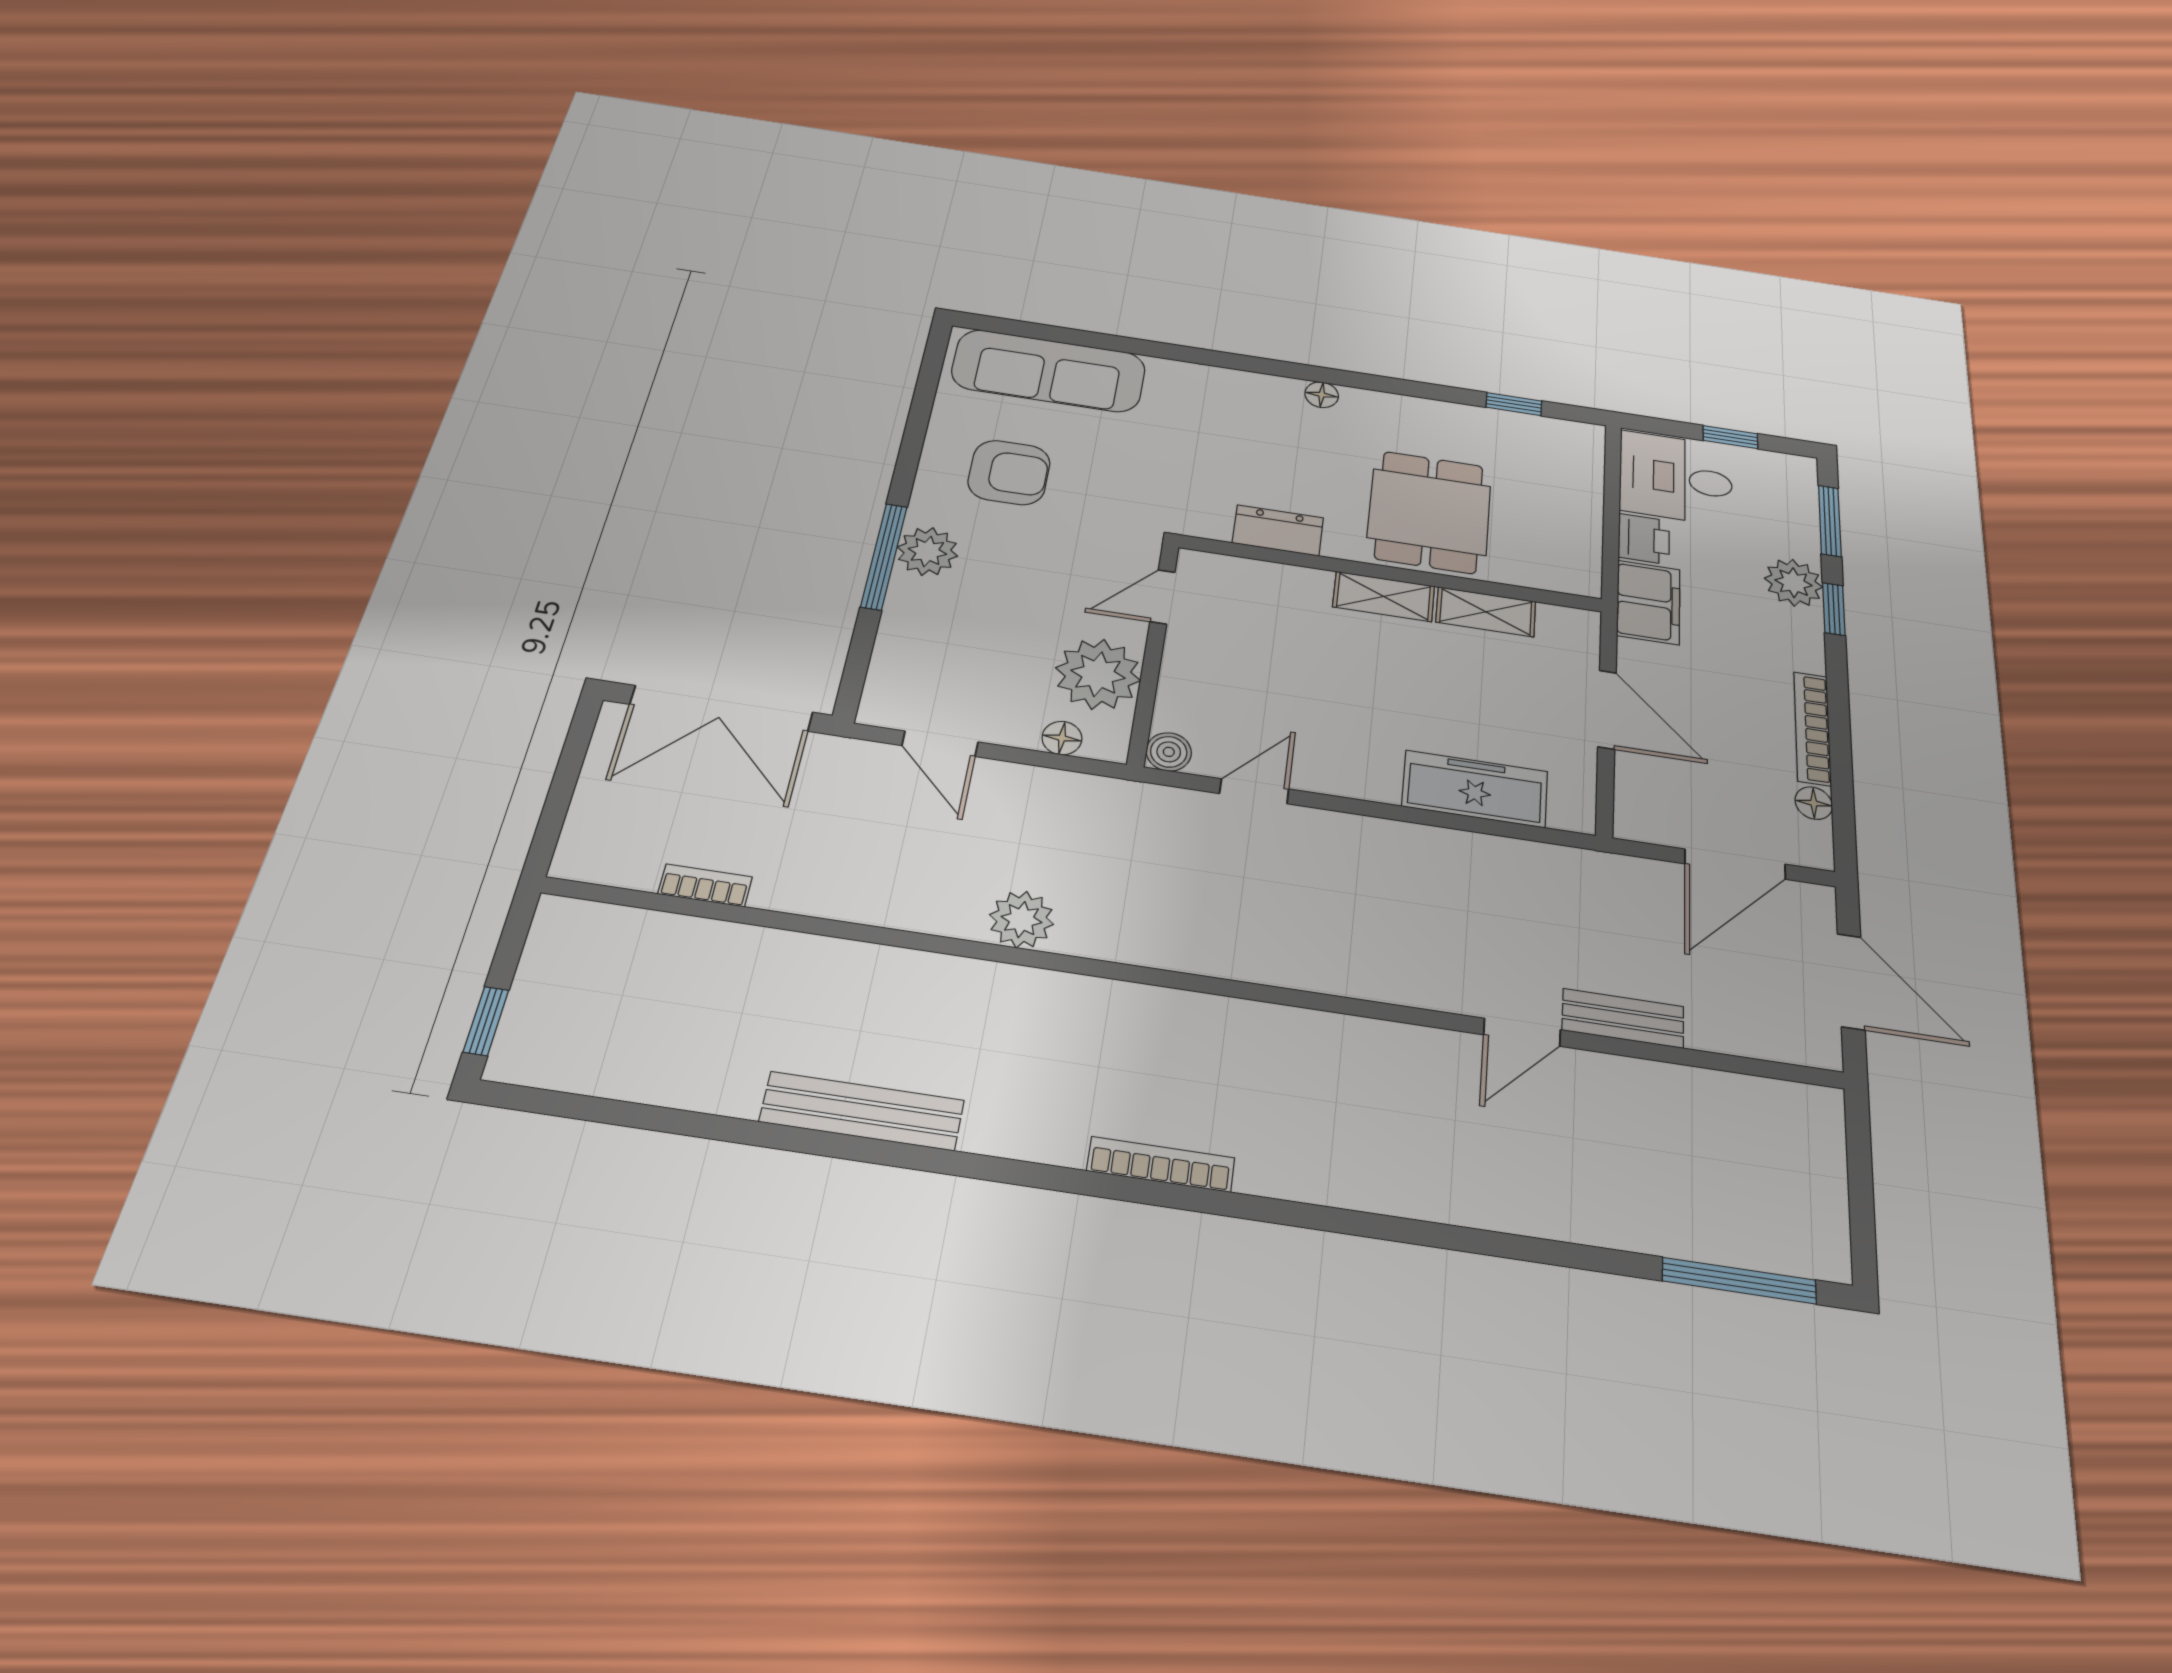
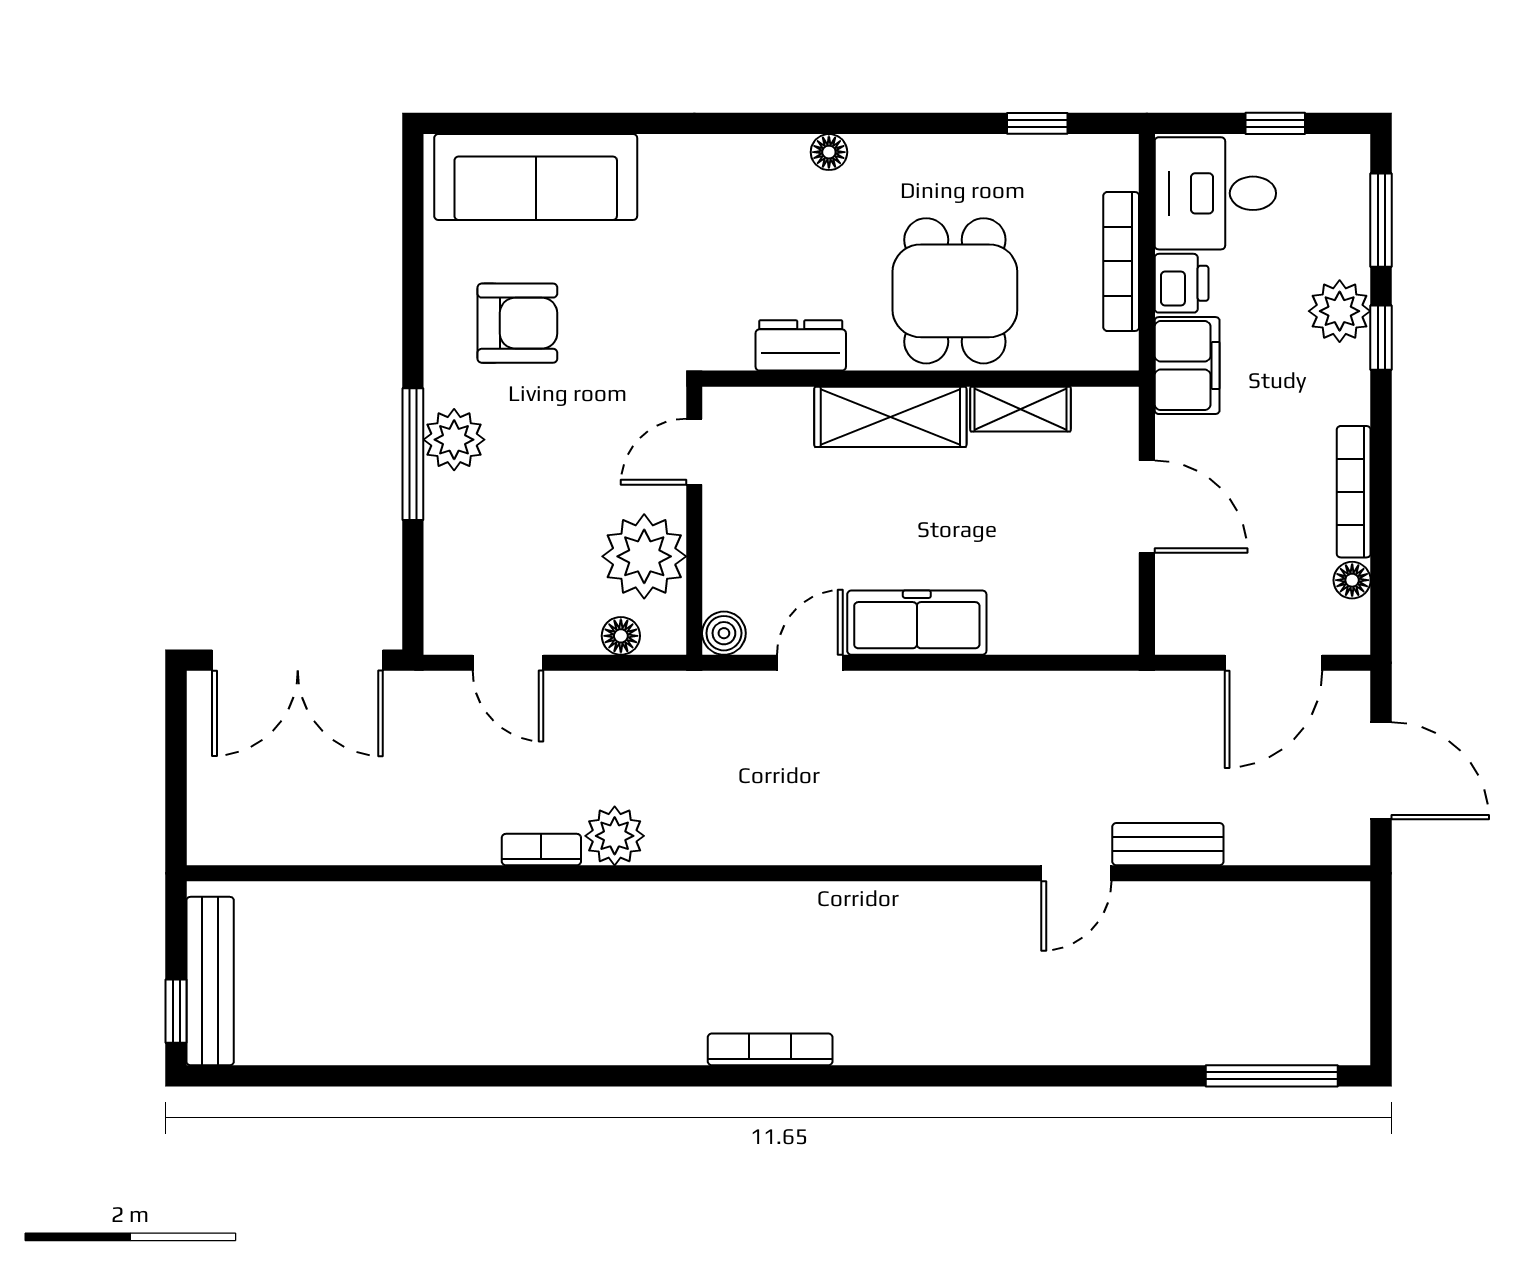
bookcase: (1587, 514) -> (1121, 261), added
shelving: (1384, 596) -> (890, 417), width x1.50, depth x1.33
freezer: (1475, 789) -> (917, 623), moved
bookcase: (705, 885) -> (541, 850), moved
bench: (862, 1111) -> (210, 981), moved, turned 90

